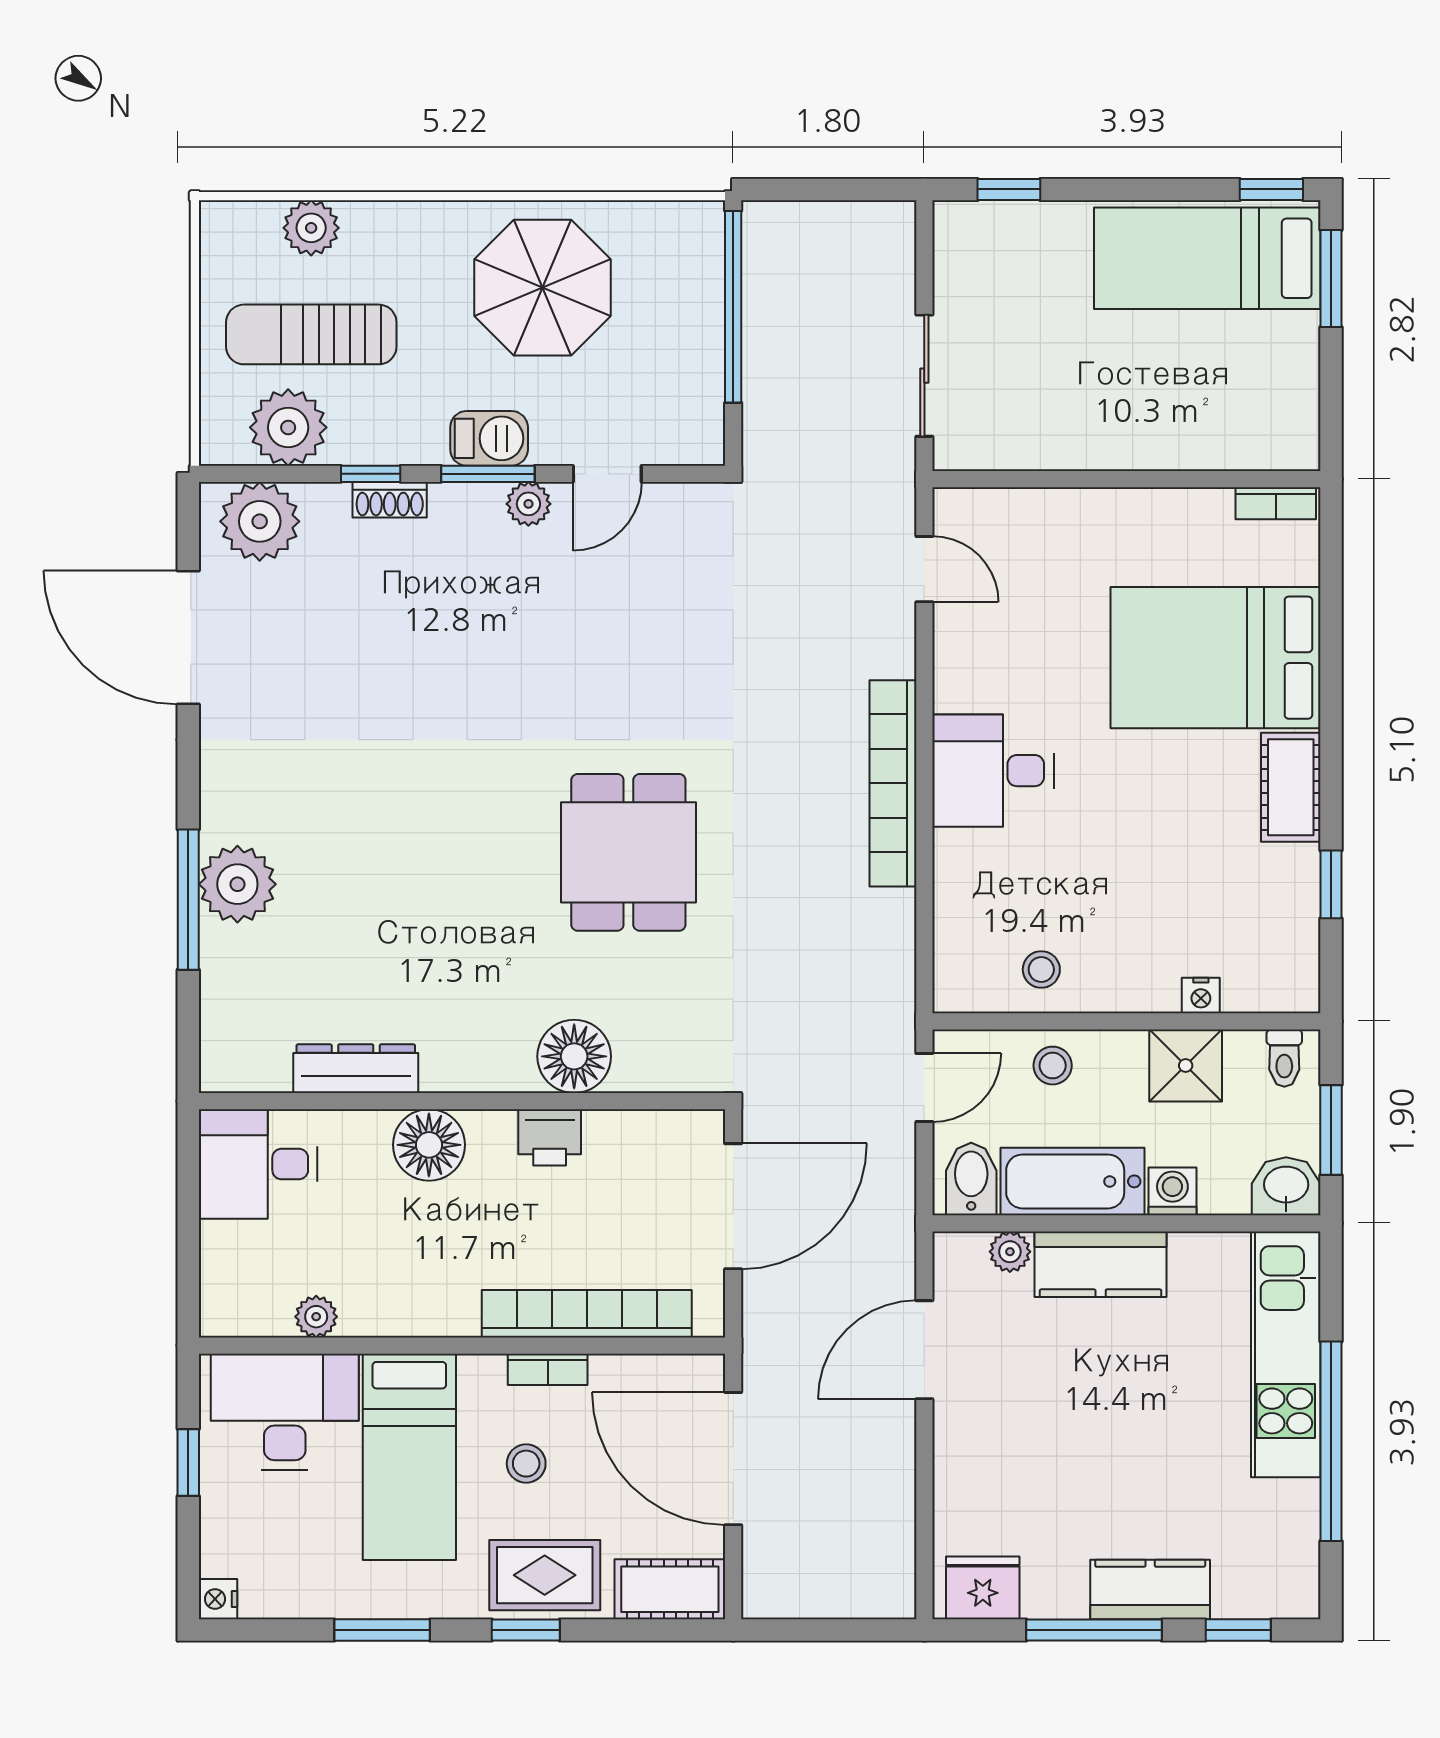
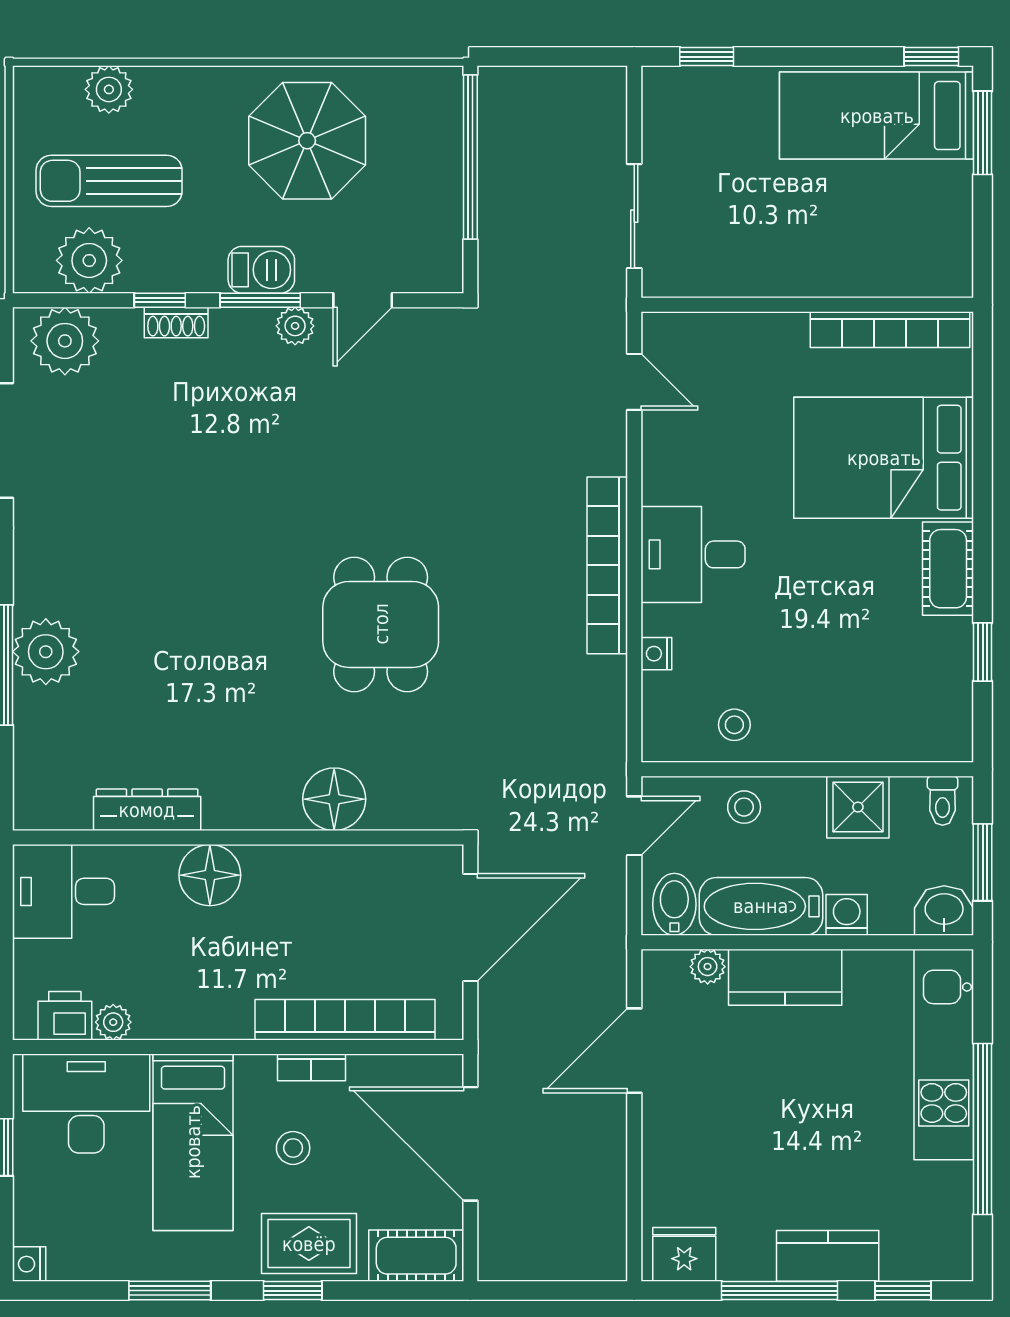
bookcase: (1276, 503) -> (890, 330), width x2.31, depth x1.31
nightstand: (1201, 995) -> (656, 654), moved, turned 90
printer: (550, 1137) -> (65, 1016), moved, turned 180

